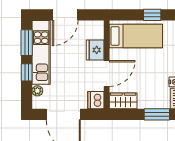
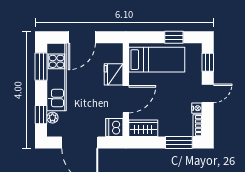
window: (27, 72) -> (41, 115), moved

